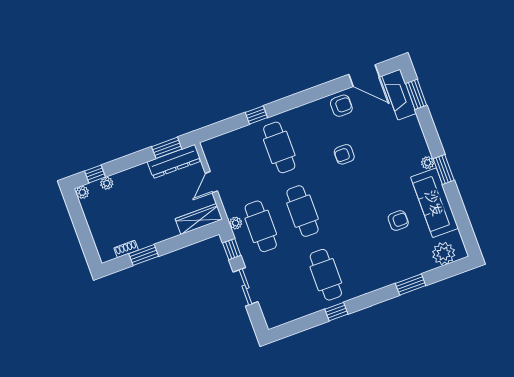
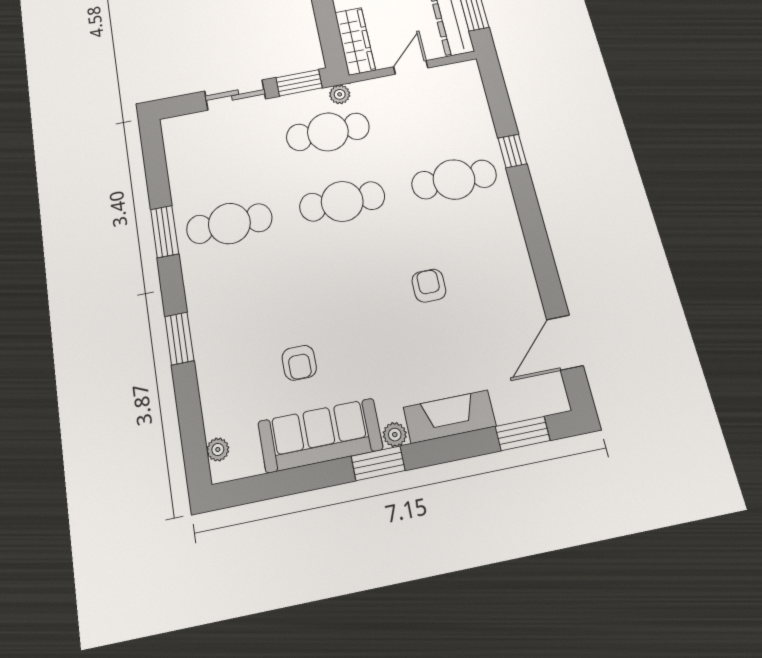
fireplace: (399, 95) -> (450, 417), moved
armchair: (341, 106) -> (515, 294), removed
door: (211, 182) -> (411, 67), hinge flipped
window: (232, 249) -> (299, 83), width x1.50
plant: (444, 254) -> (218, 450), width x0.53, depth x0.53
window: (411, 285) -> (179, 338), moved
window: (336, 312) -> (165, 232), width x1.50

